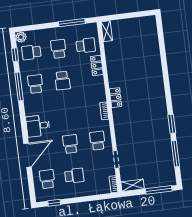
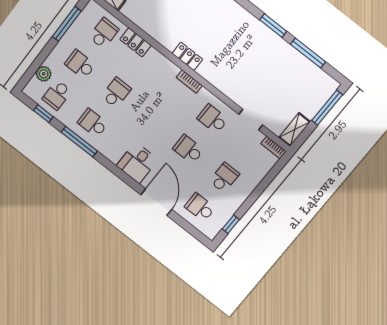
plant: (21, 37) -> (44, 74), moved
school desk: (62, 81) -> (116, 93), turned -90

